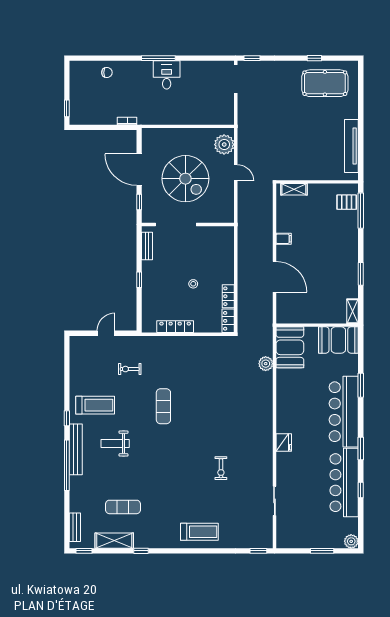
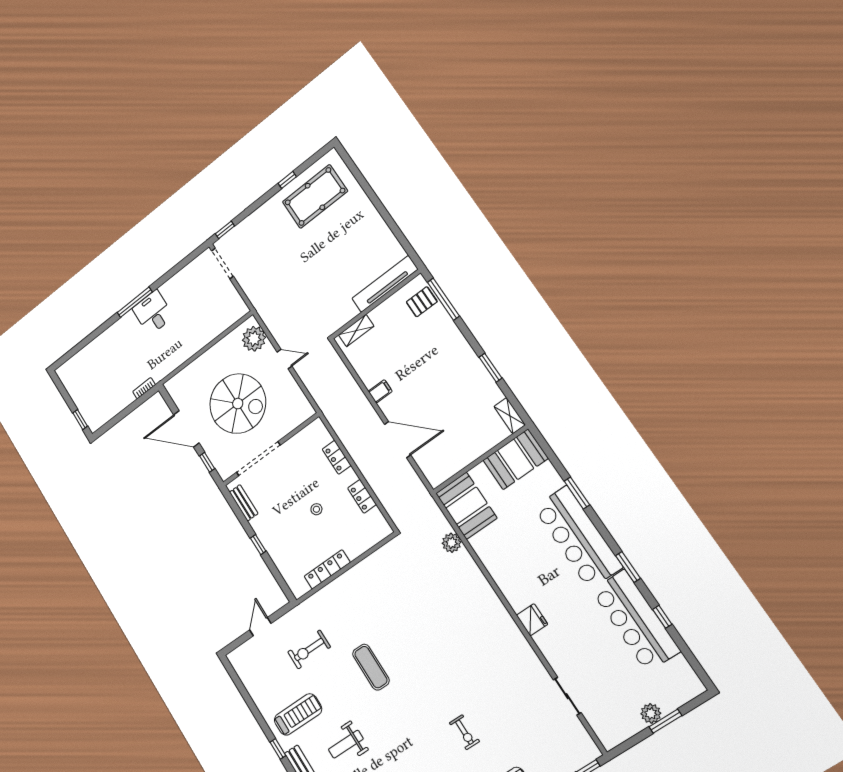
chair: (107, 73) -> (95, 355), removed
tv unit: (351, 146) -> (385, 284), moved, turned 90
locker: (228, 321) -> (337, 457), moved
exercise bike: (130, 369) -> (309, 649), width x1.38, depth x1.39
exercise bike: (221, 468) -> (464, 732), moved
plant: (351, 541) -> (651, 713), moved

